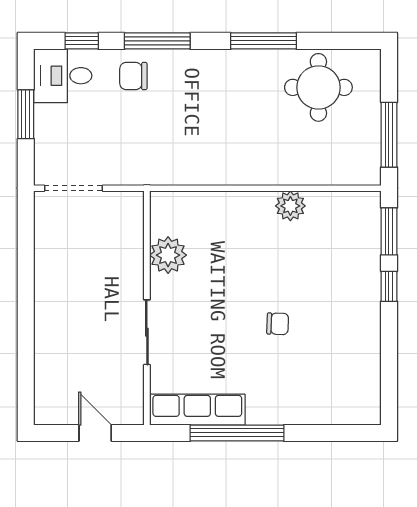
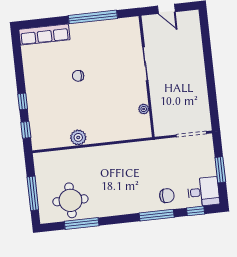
window: (264, 41) -> (82, 223), moved
window: (389, 135) -> (33, 193), moved
window: (389, 231) -> (26, 130), width x0.67
plant: (168, 255) -> (144, 109), width x0.53, depth x0.53
row of seats: (197, 410) -> (44, 35), moved

